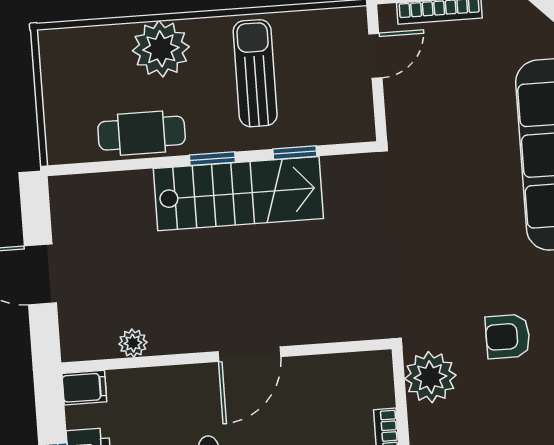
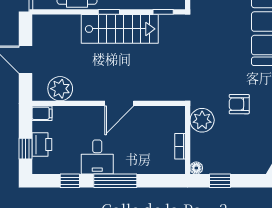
window: (295, 153) -> (163, 12), moved
plant: (133, 343) -> (60, 89), width x1.88, depth x1.88

